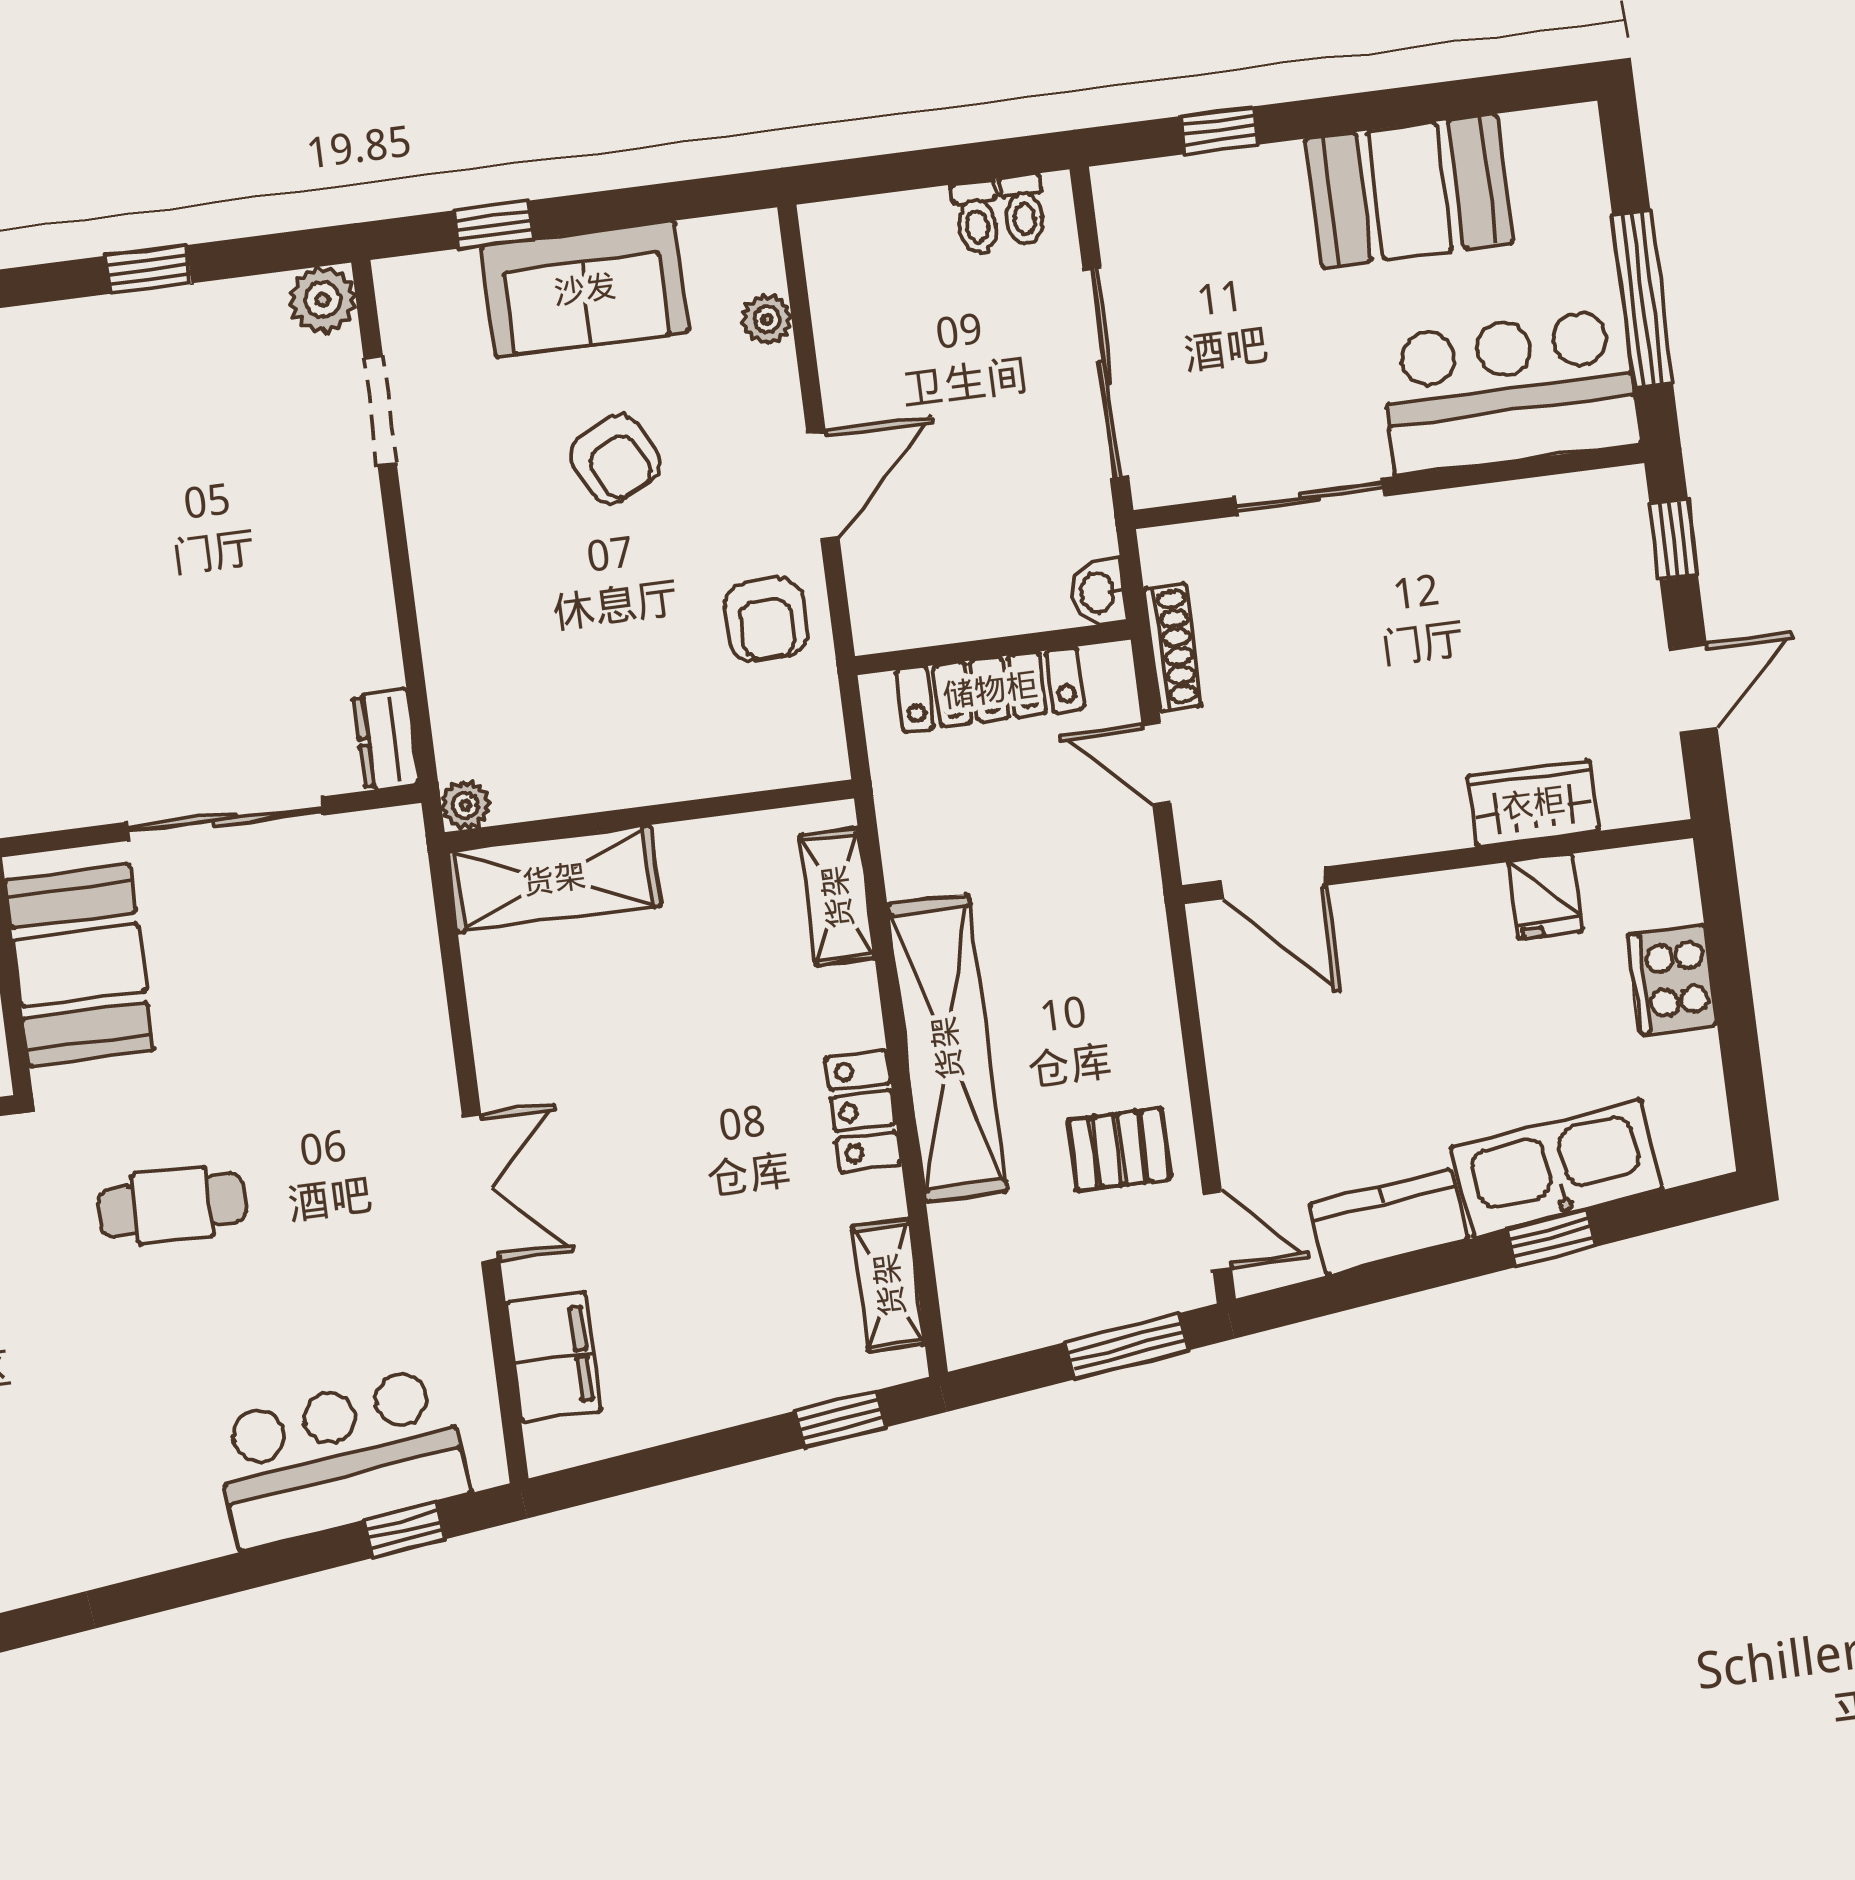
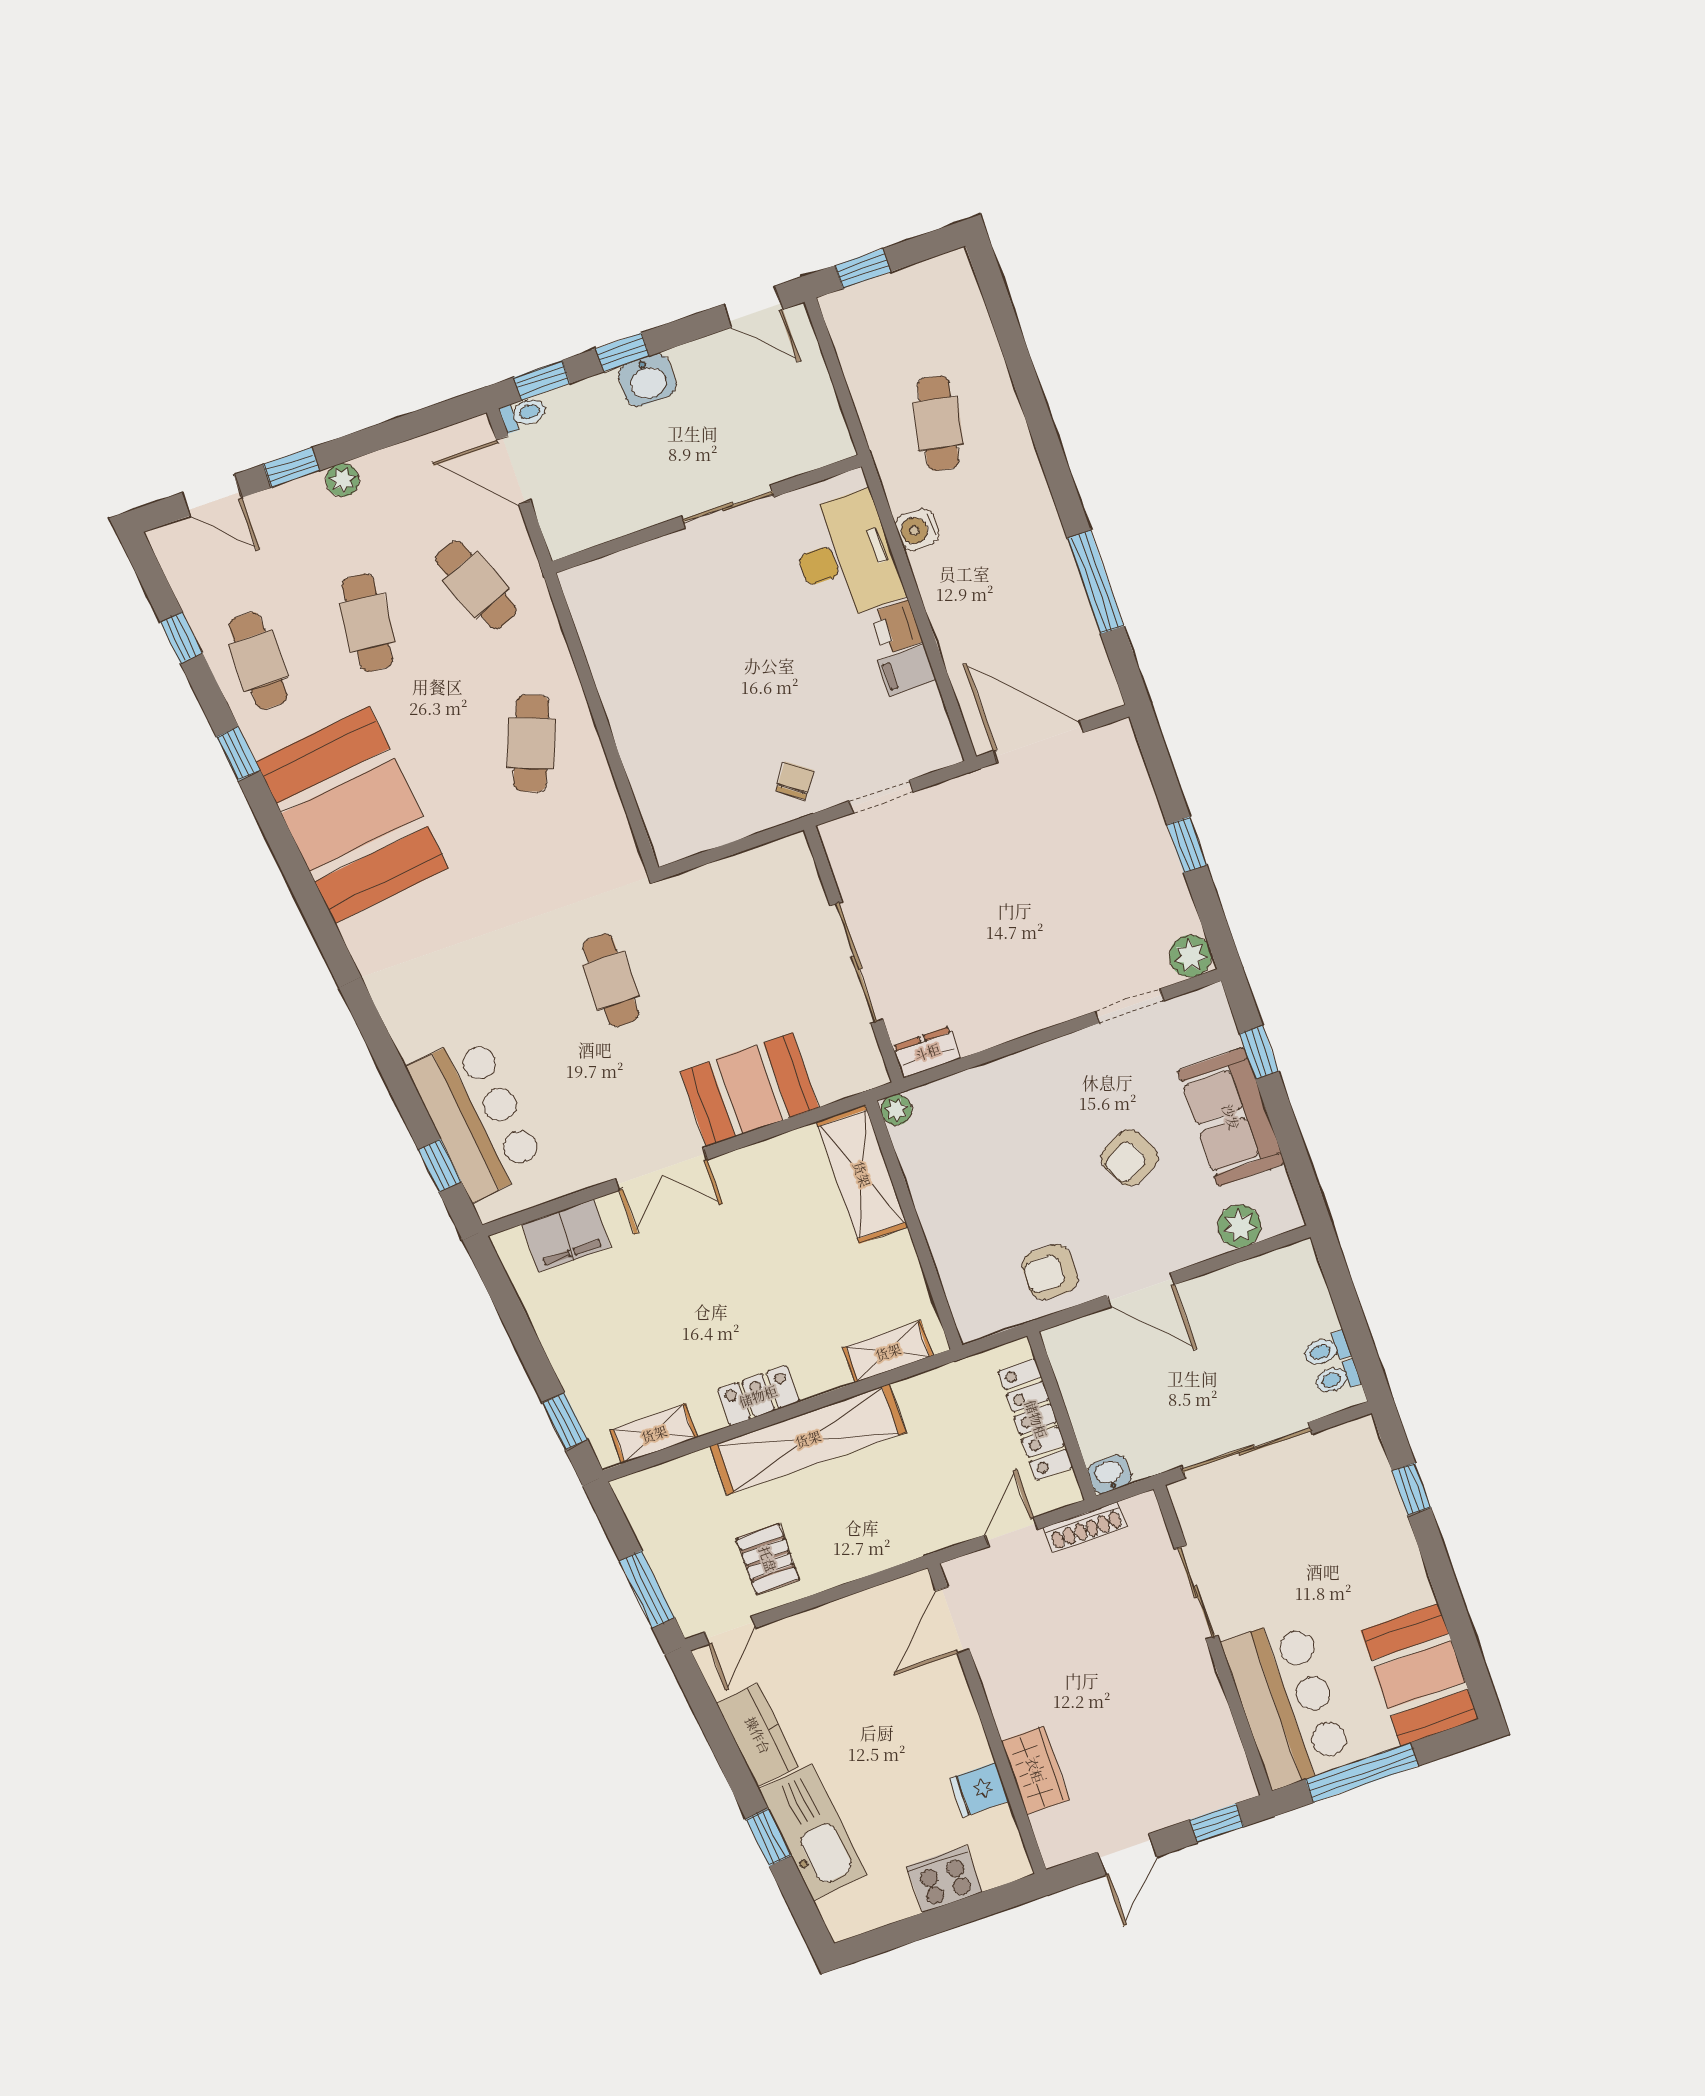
booth: (1410, 191) -> (1420, 1675), moved
plant: (767, 319) -> (1239, 1226), width x1.38, depth x1.38
door: (1693, 688) -> (1127, 1854), hinge flipped
booth: (80, 965) -> (750, 1090), moved

